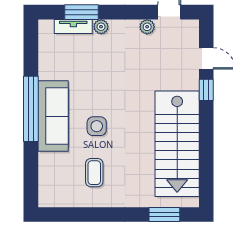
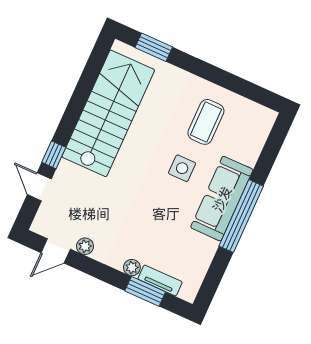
coffee table: (94, 173) -> (206, 122), width x1.36, depth x1.30

